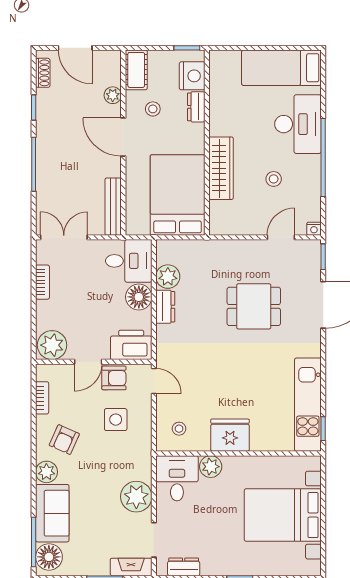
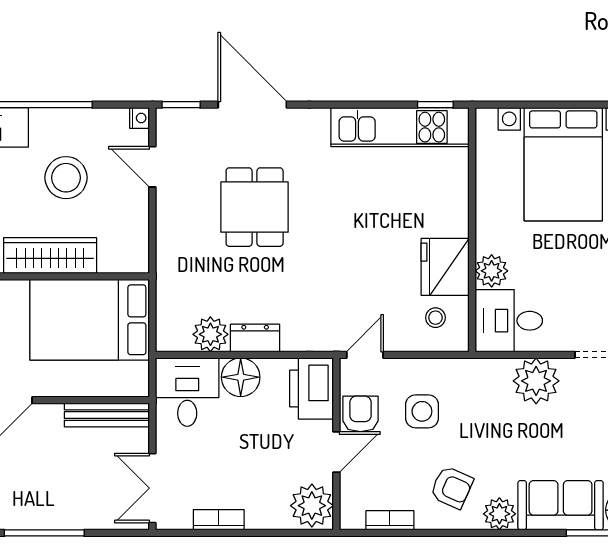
stool: (274, 179) -> (66, 178), width x1.89, depth x1.89
door: (88, 362) -> (336, 452), hinge flipped
fridge: (230, 435) -> (445, 267), moved

